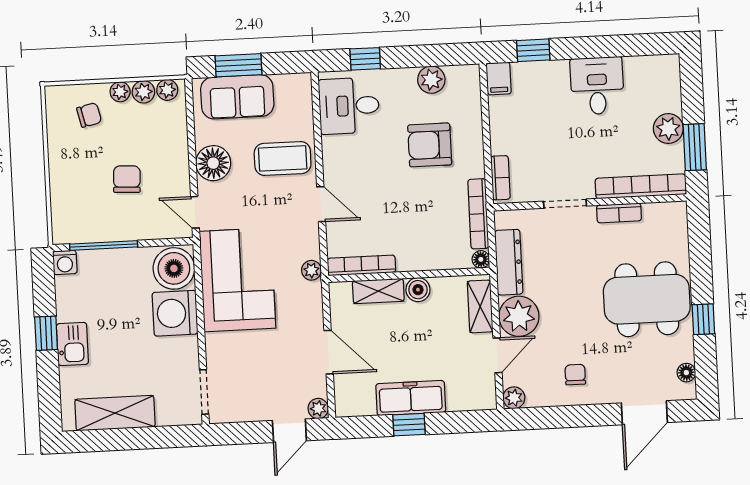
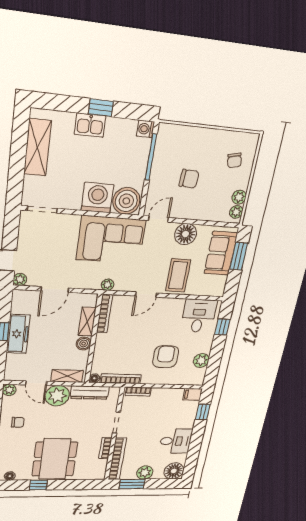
floor lamp: (662, 74) -> (174, 471), added
plant: (120, 92) -> (243, 182), removed

